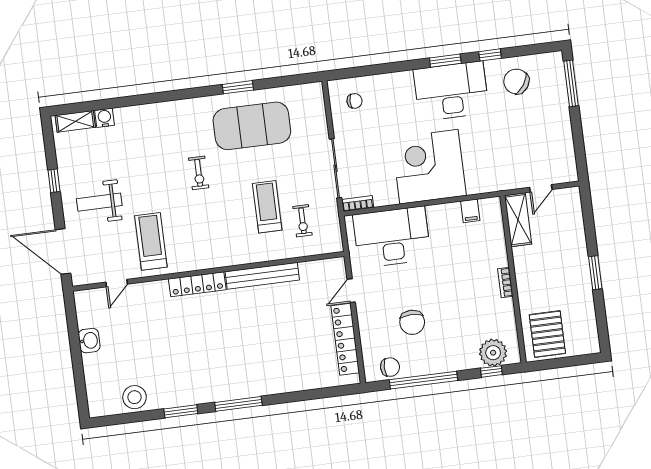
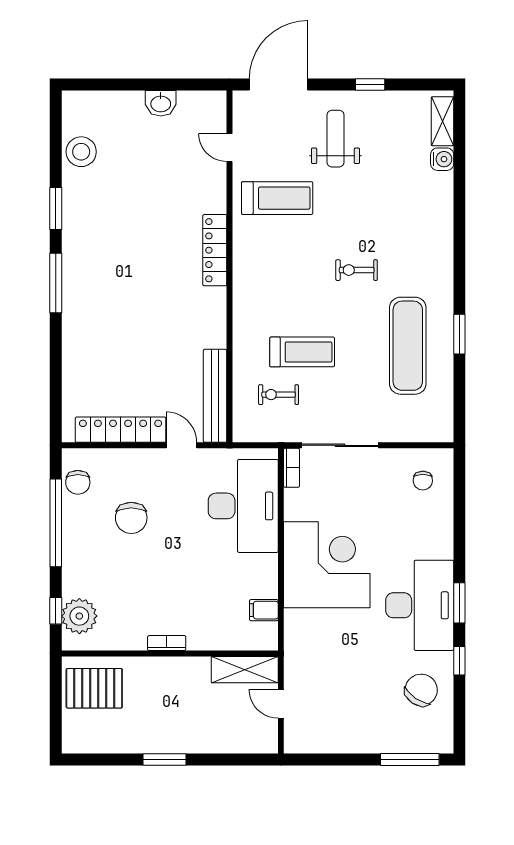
exercise mat: (252, 126) -> (408, 346), width x0.68
bench: (262, 276) -> (215, 396), moved
chair: (412, 322) -> (131, 518), turned -90

